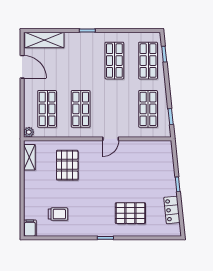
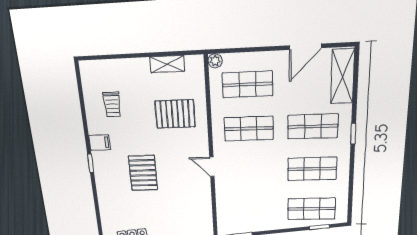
shop shelf: (148, 109) -> (313, 126), moved
shelving: (29, 157) -> (167, 64), moved
pallet: (130, 213) -> (143, 173), moved
filing cabinet: (30, 228) -> (100, 142), moved

